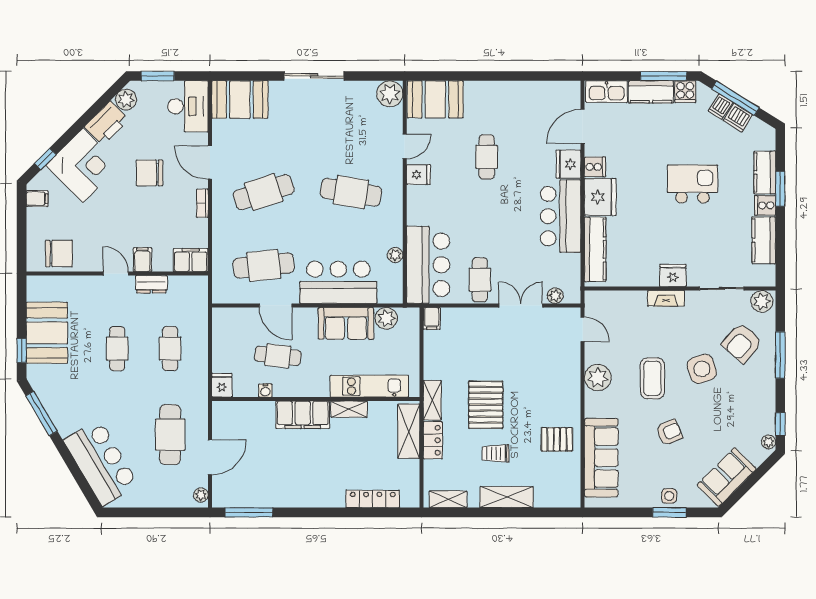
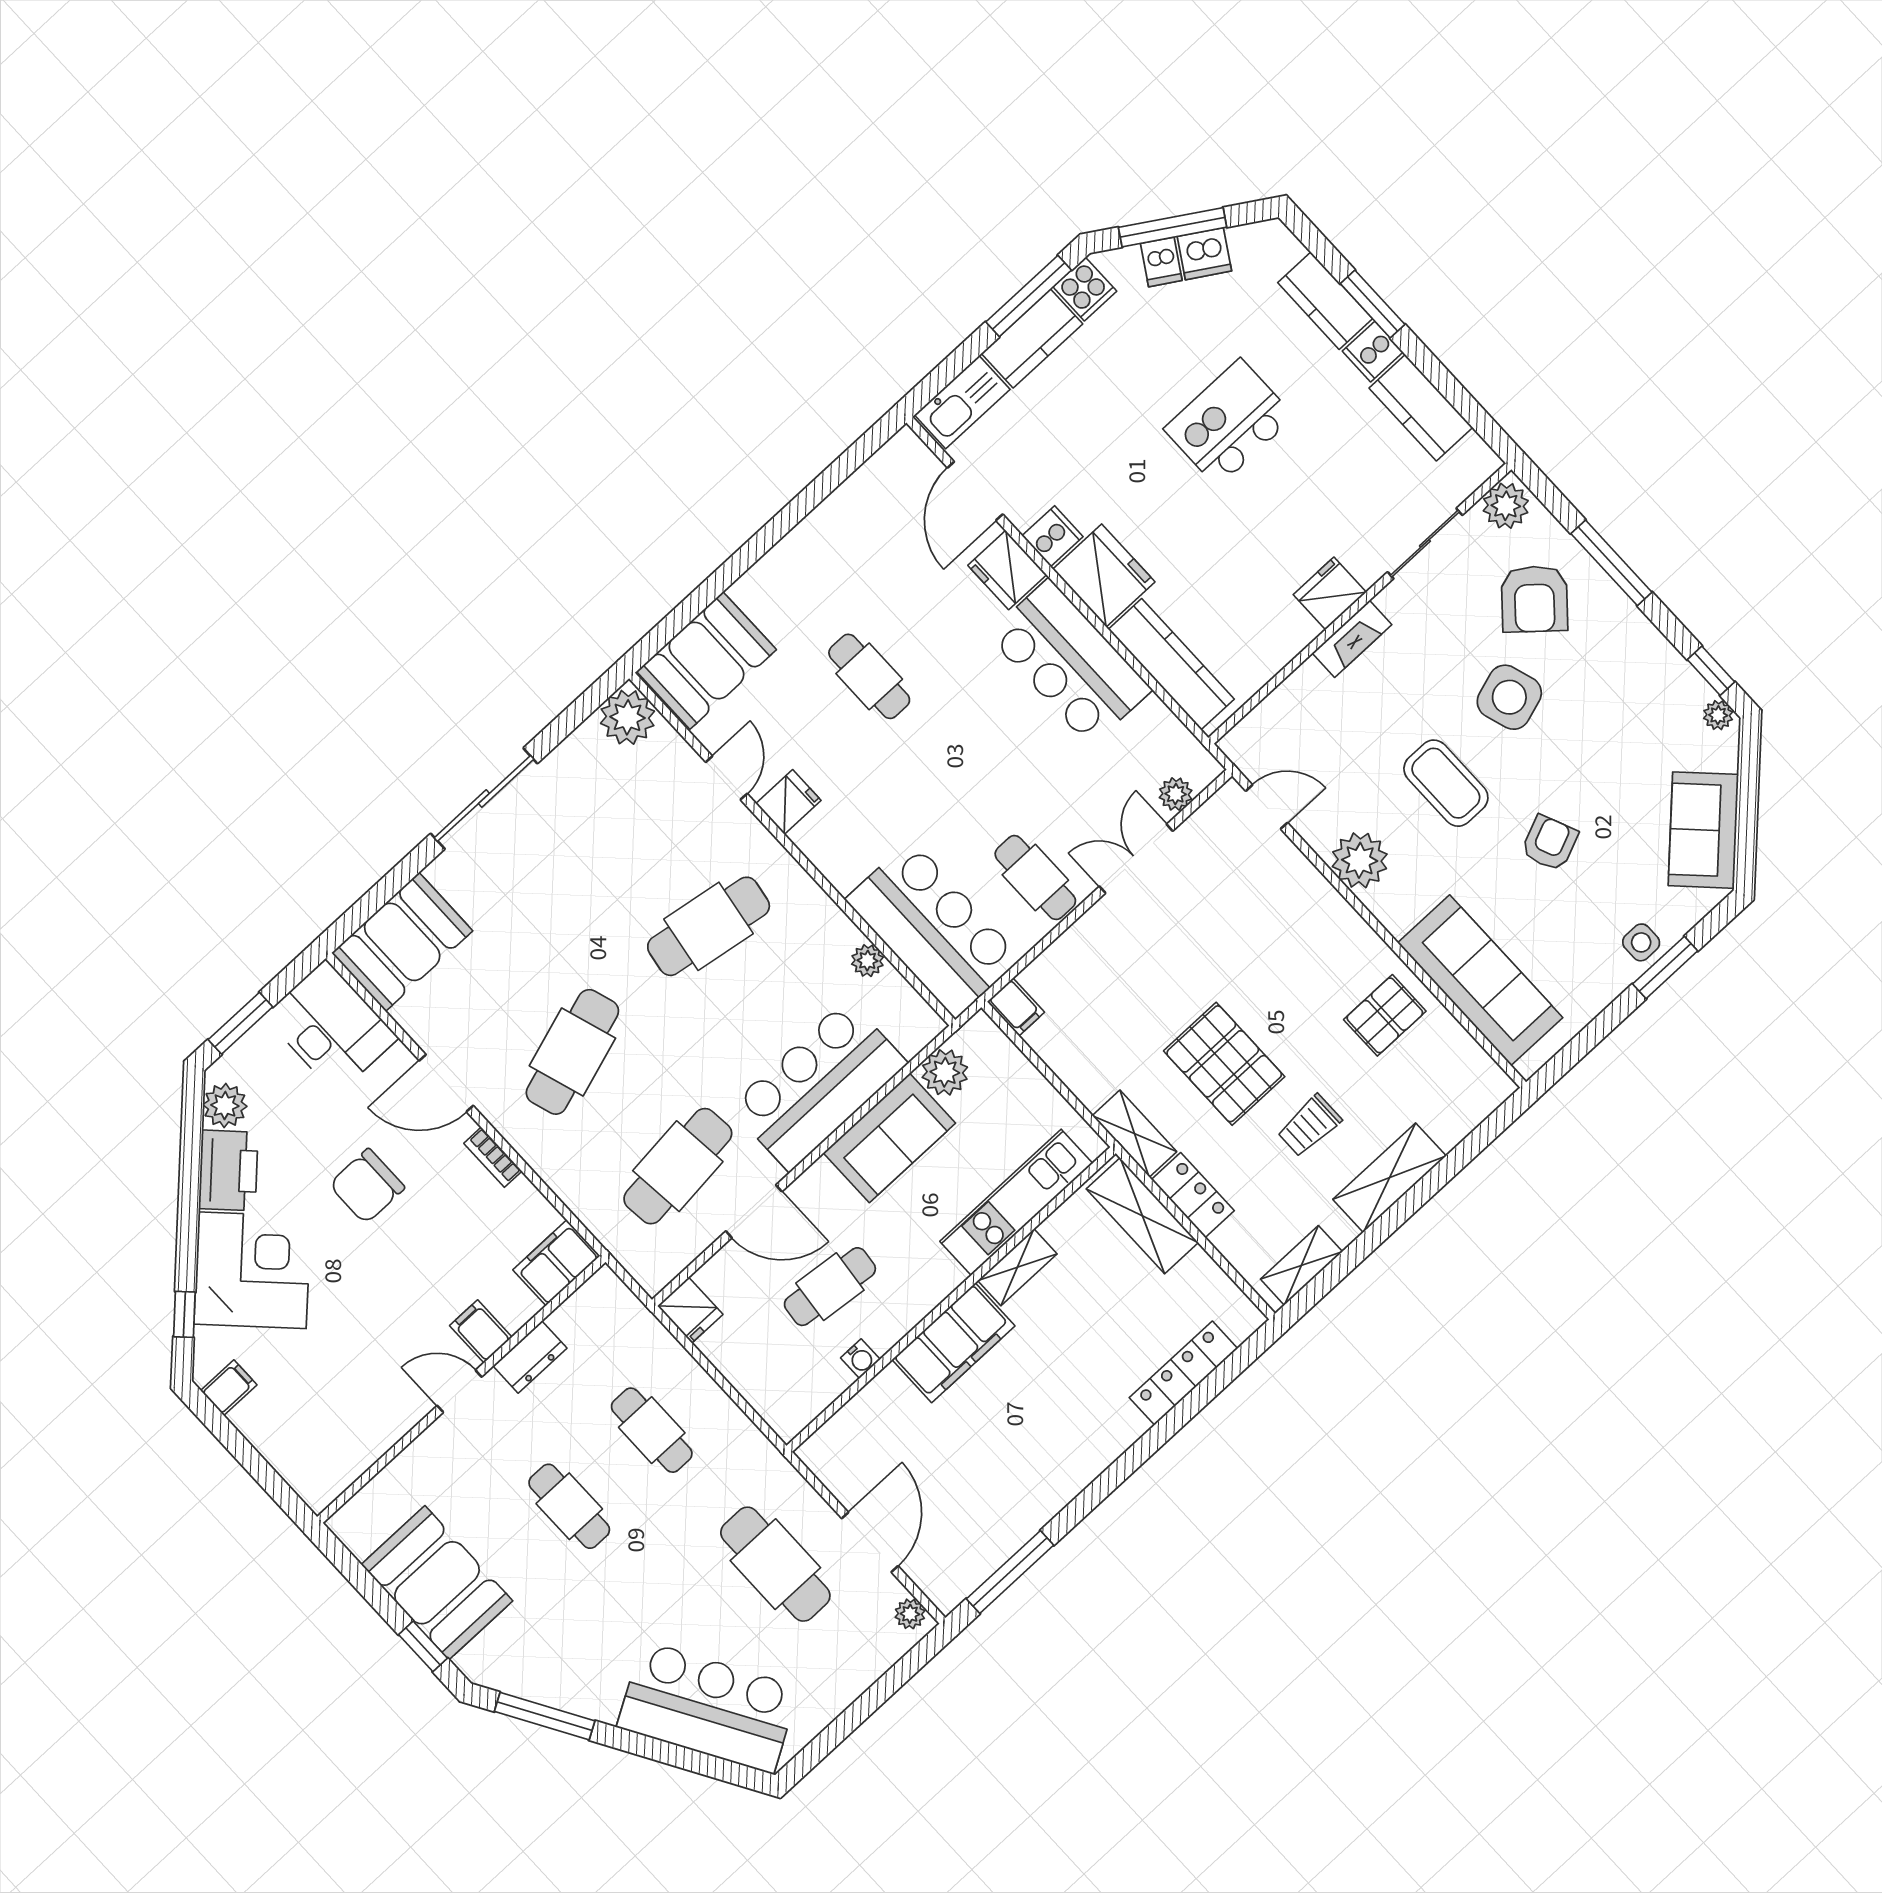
chair: (59, 254) -> (342, 1442), removed
fridge: (222, 385) -> (690, 1310), moved, turned 180

